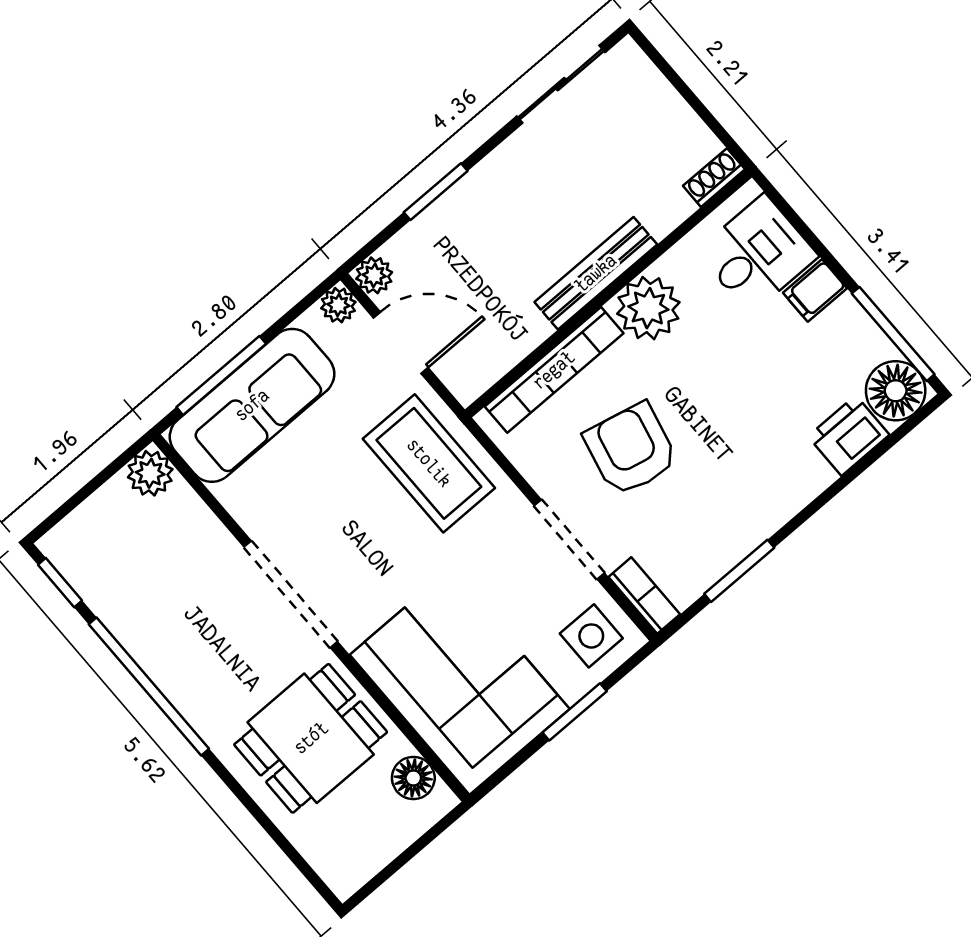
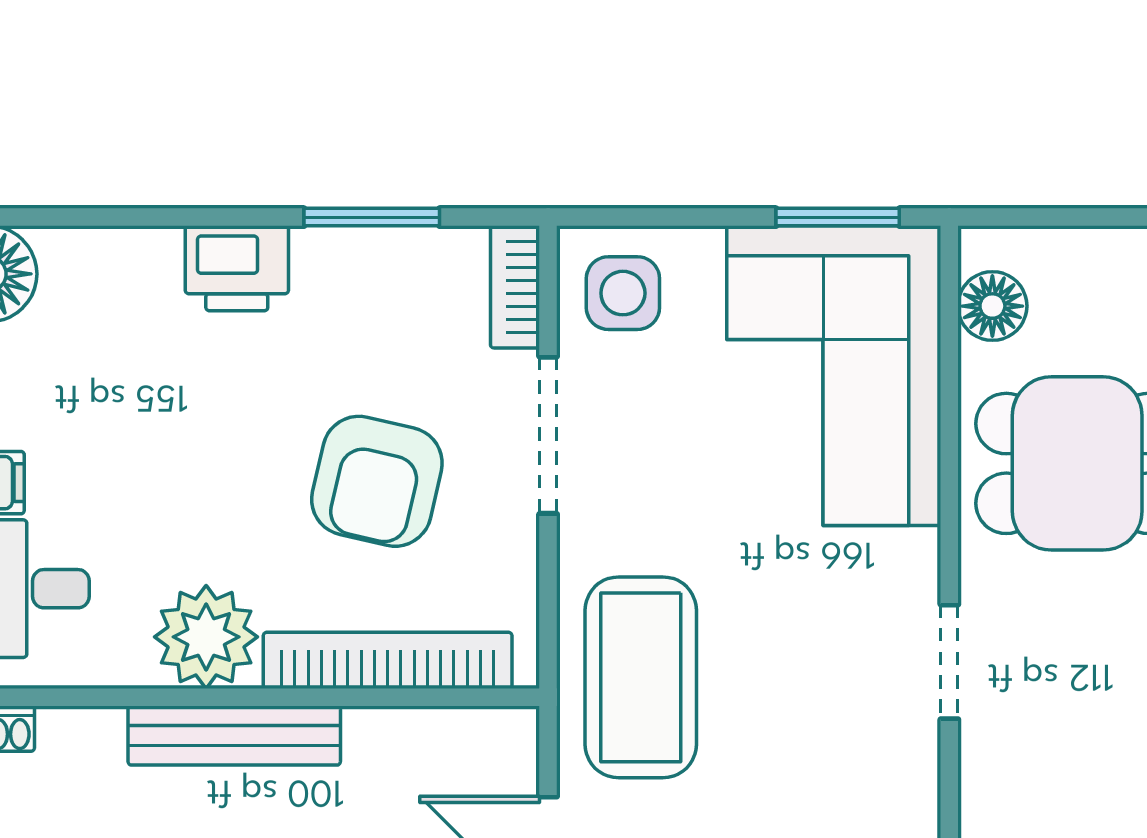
printer: (849, 436) -> (237, 268), moved
doorway: (291, 594) -> (949, 662), width x0.53
window: (575, 712) -> (838, 217), moved

